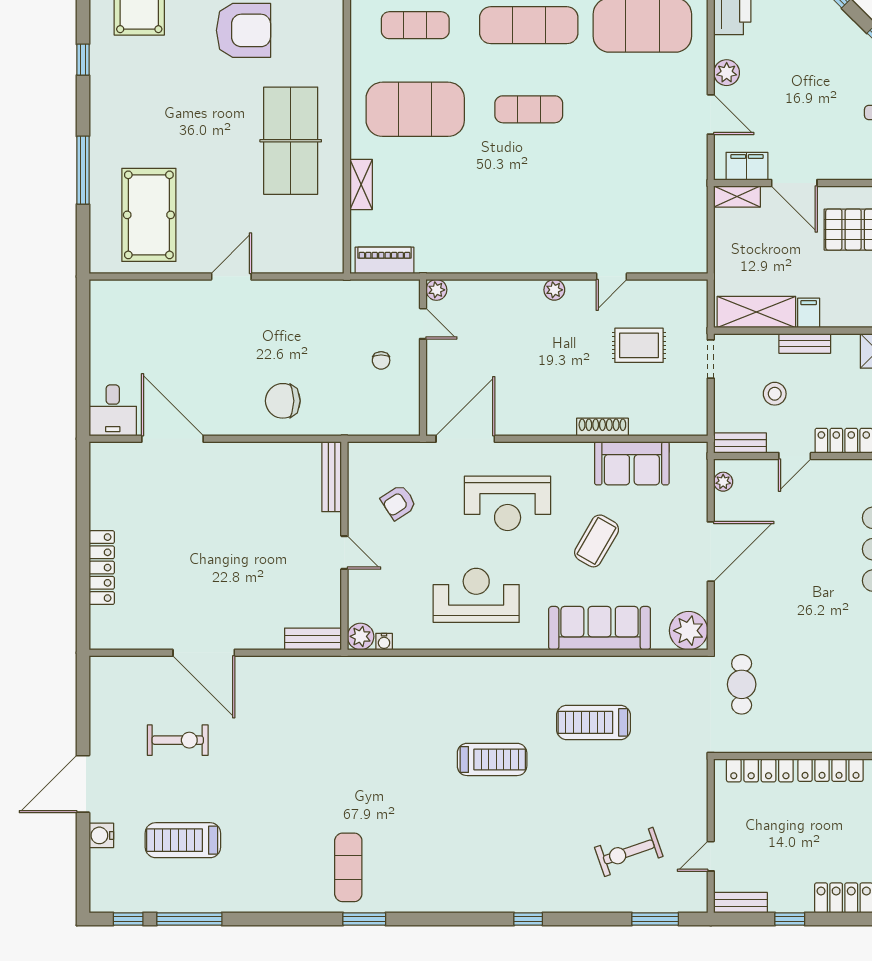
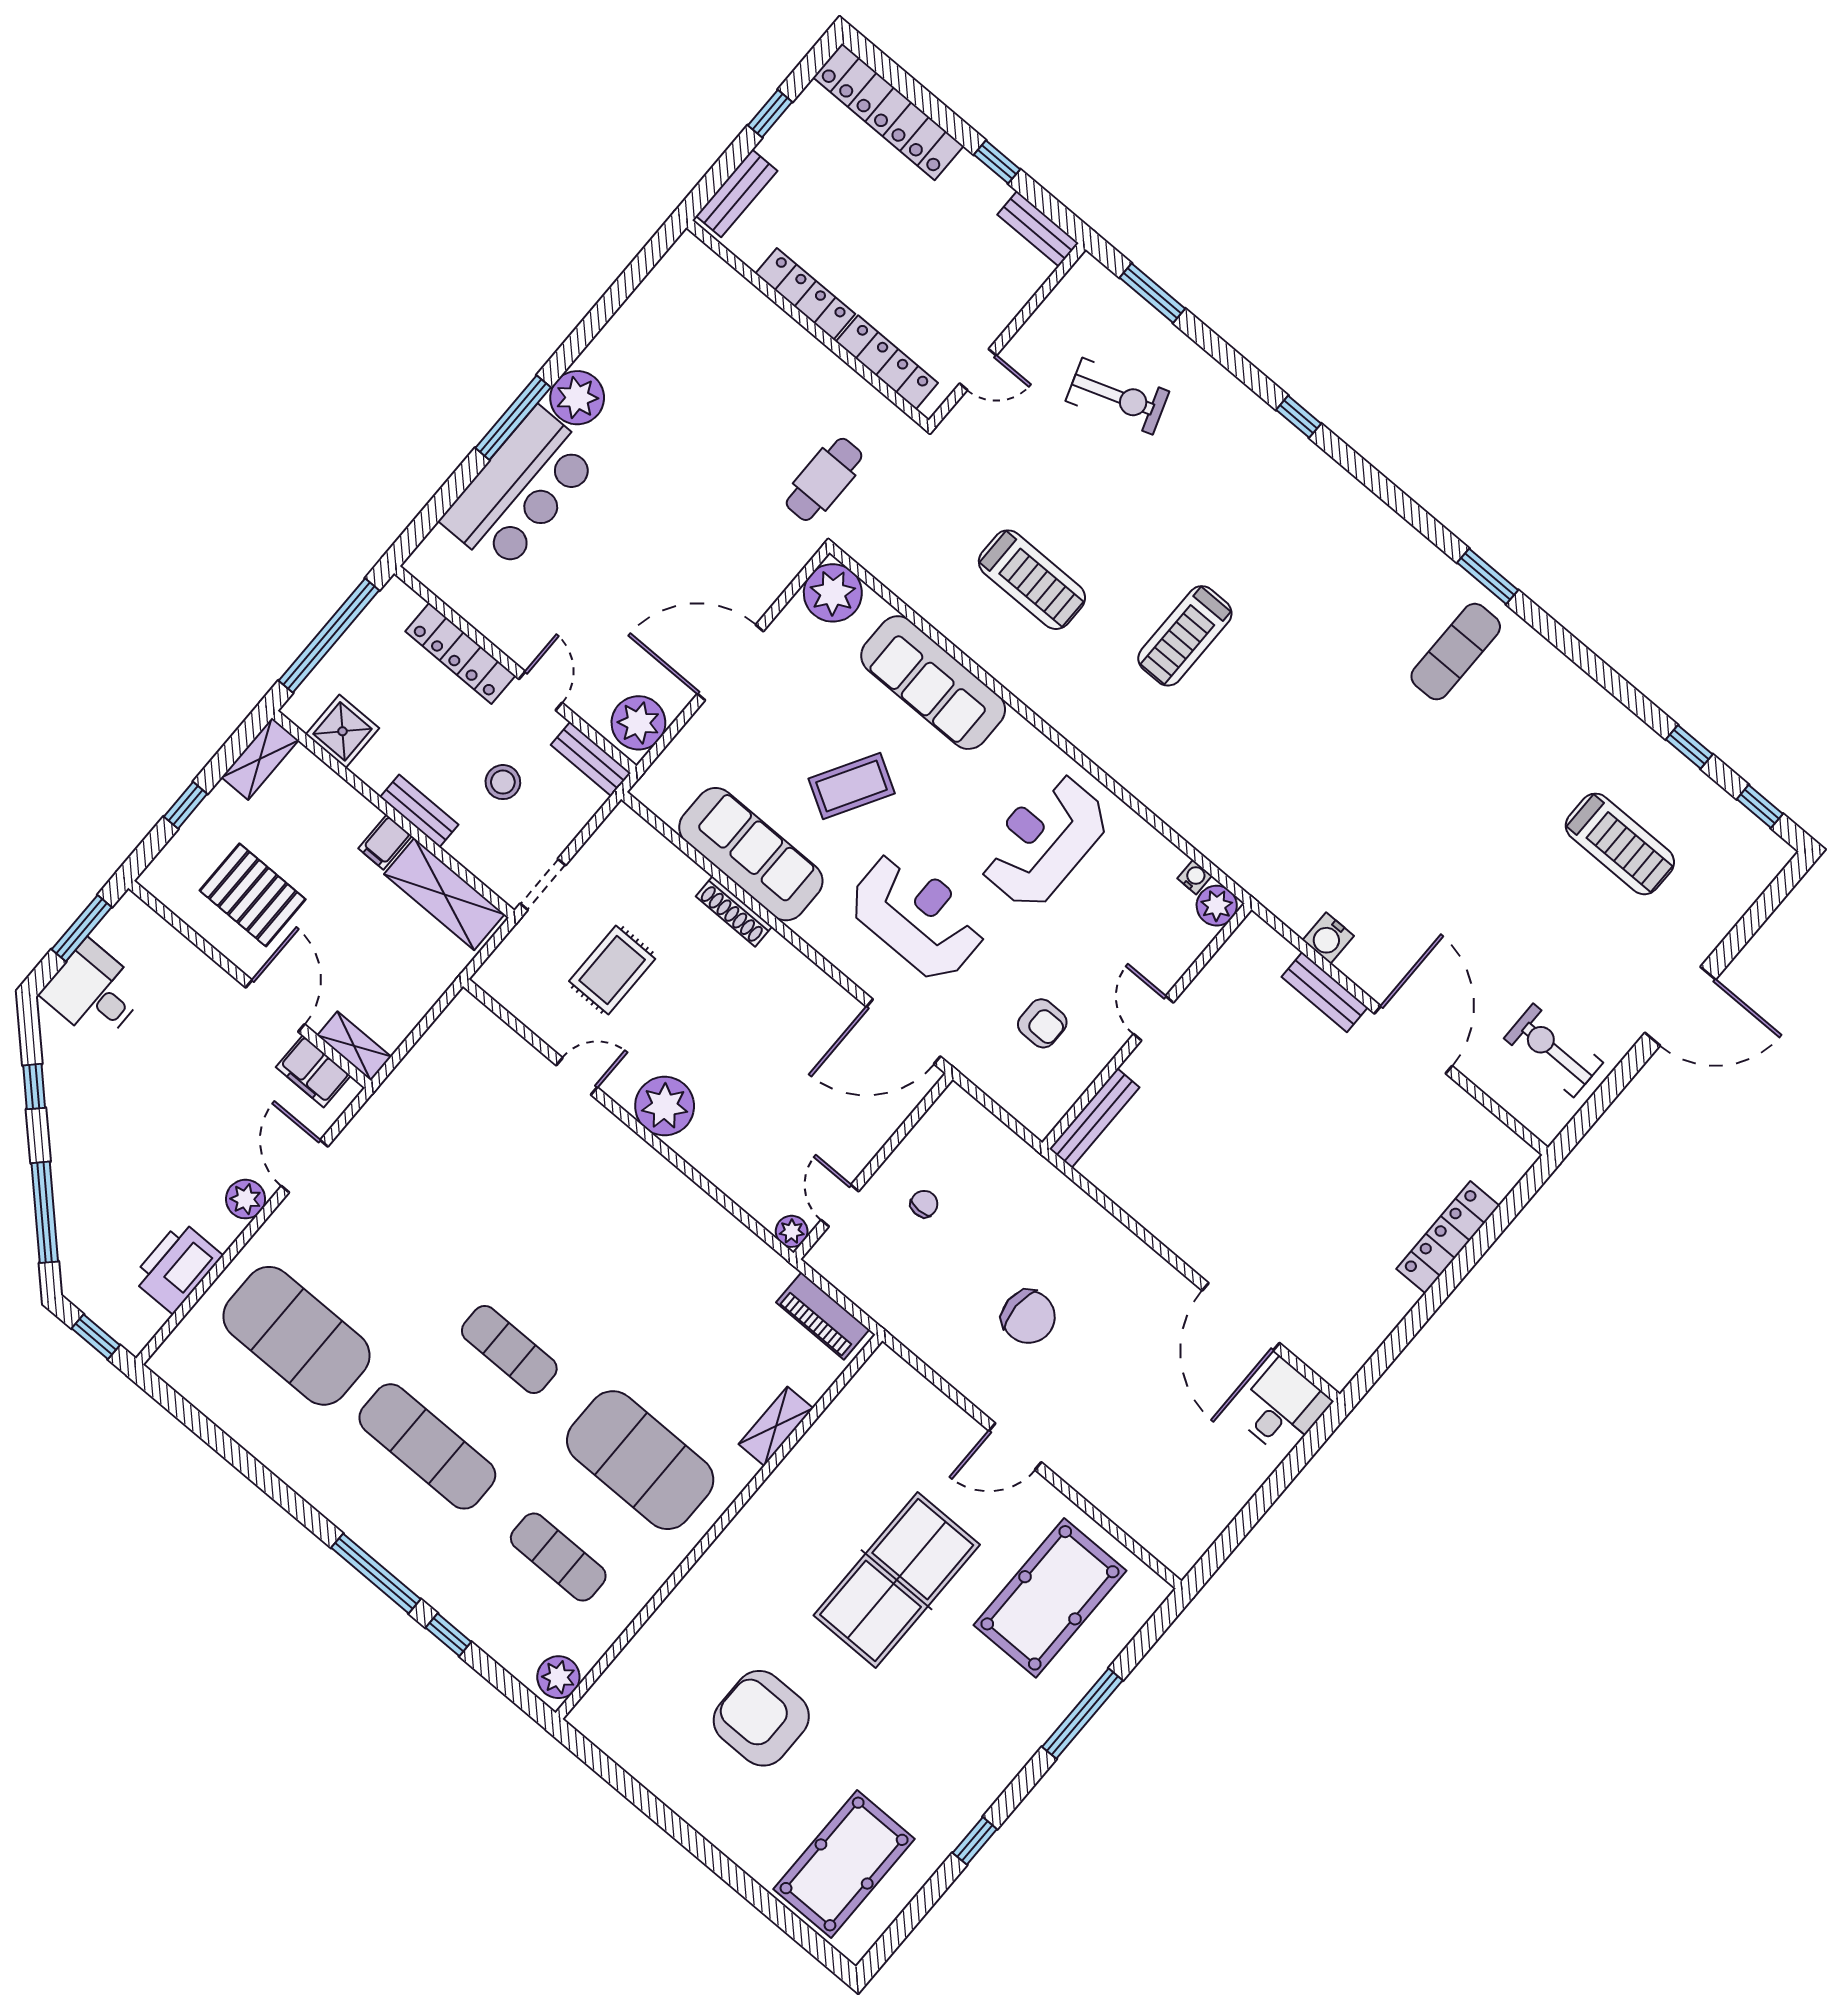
table tennis table: (291, 141) -> (897, 1580), moved
plant: (554, 290) -> (665, 1106), width x1.87, depth x1.87
rug: (639, 345) -> (612, 970), turned 90
chair: (283, 401) -> (1028, 1317), moved
door: (795, 456) -> (540, 691), hinge flipped
sofa: (632, 463) -> (751, 854), width x1.36
plant: (723, 482) -> (638, 723), width x1.87, depth x1.87
armchair: (398, 502) -> (1042, 1023), turned 33
reception desk: (476, 595) -> (1043, 840), turned 90
bench: (313, 639) -> (1325, 992), moved
exercise bike: (178, 740) -> (1553, 1050), moved
treadmill: (492, 759) -> (1185, 636), turned -90
water cooler: (101, 835) -> (1328, 938), moved, turned 90
door: (711, 856) -> (978, 369), moved
window: (189, 919) -> (1689, 747), width x0.46

